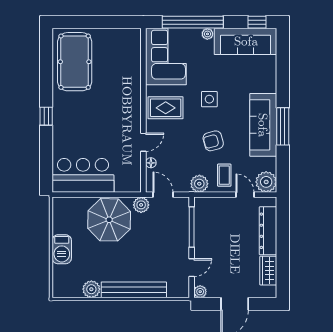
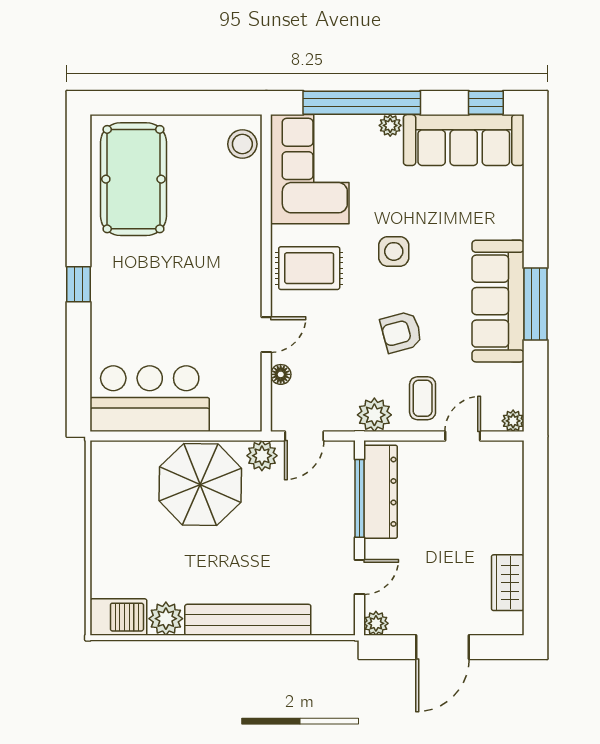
stool: (131, 44) -> (242, 144), added
plant: (266, 182) -> (513, 421), width x0.53, depth x0.53
door: (163, 195) -> (304, 436), swing flipped
door: (245, 195) -> (463, 436), hinge flipped
dresser: (268, 231) -> (380, 492), moved, turned 180
barbecue: (62, 249) -> (118, 617), moved, turned -90

